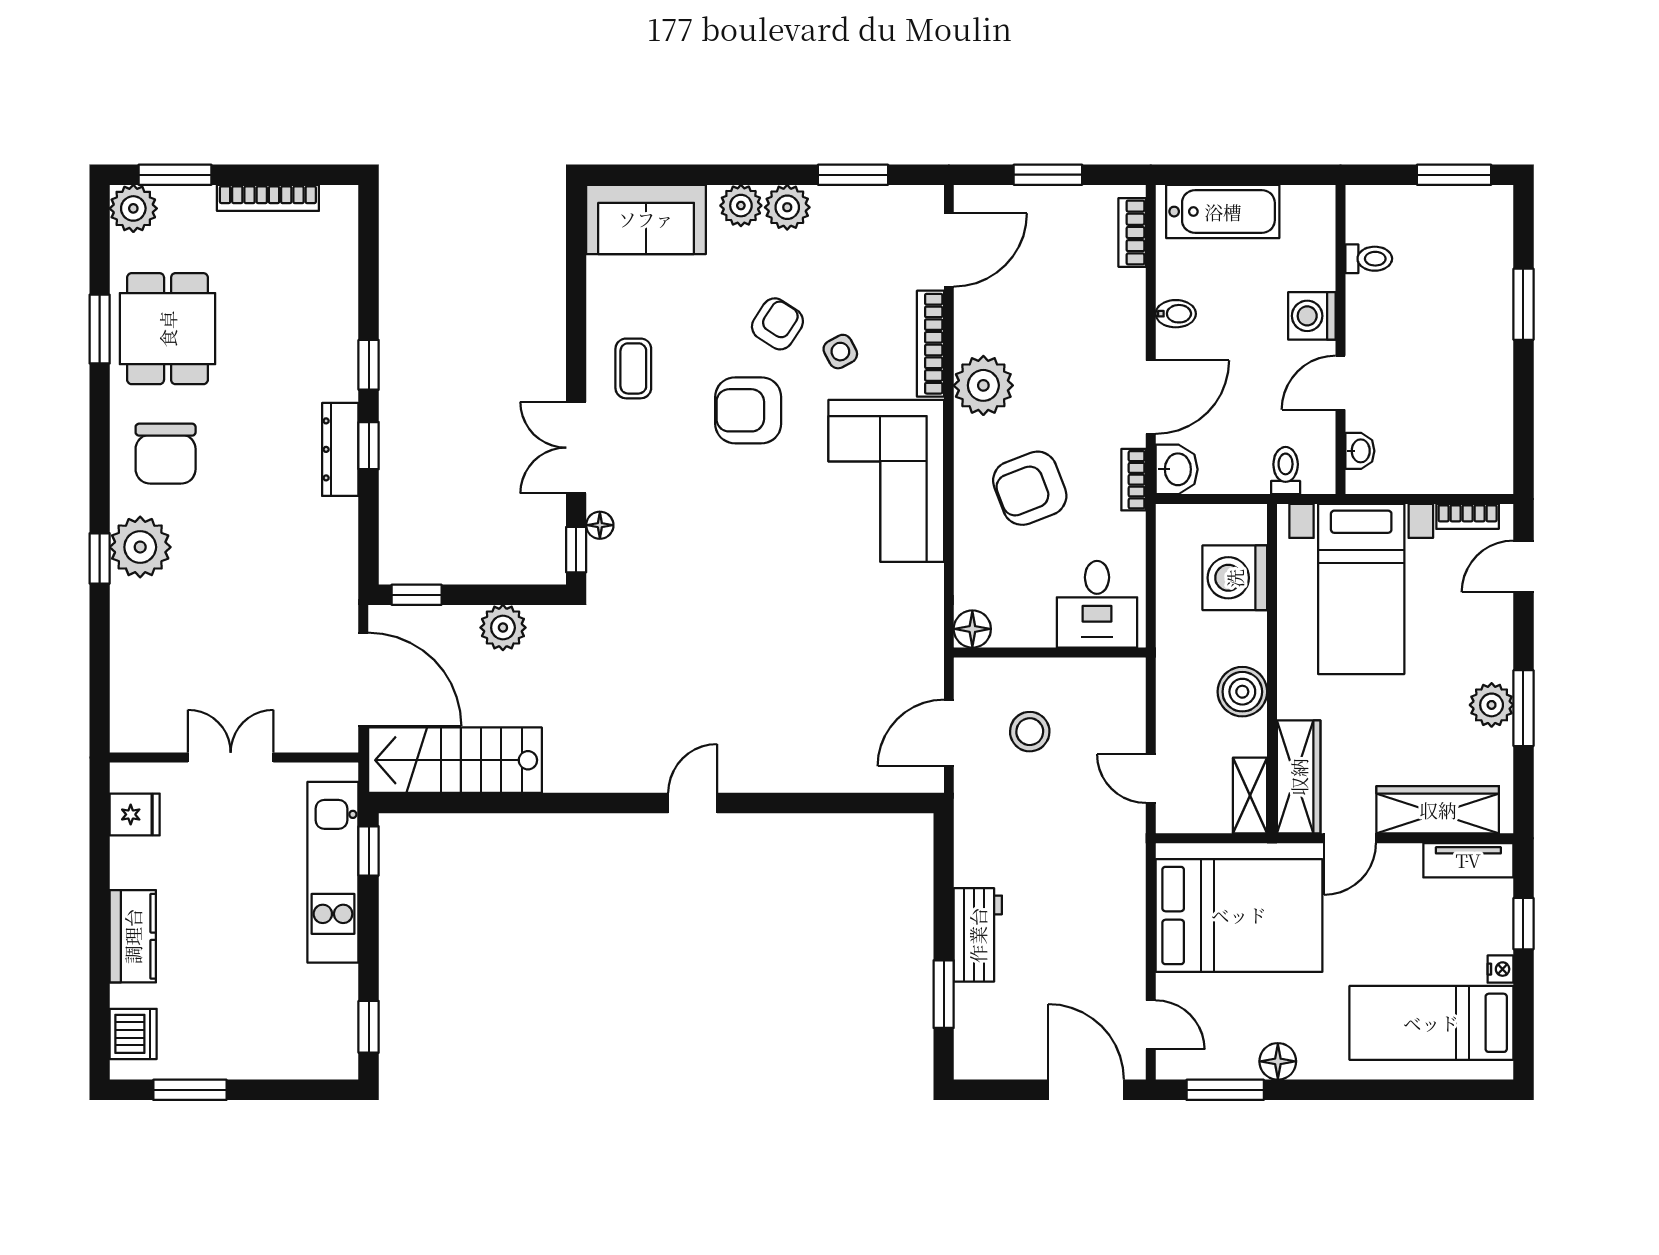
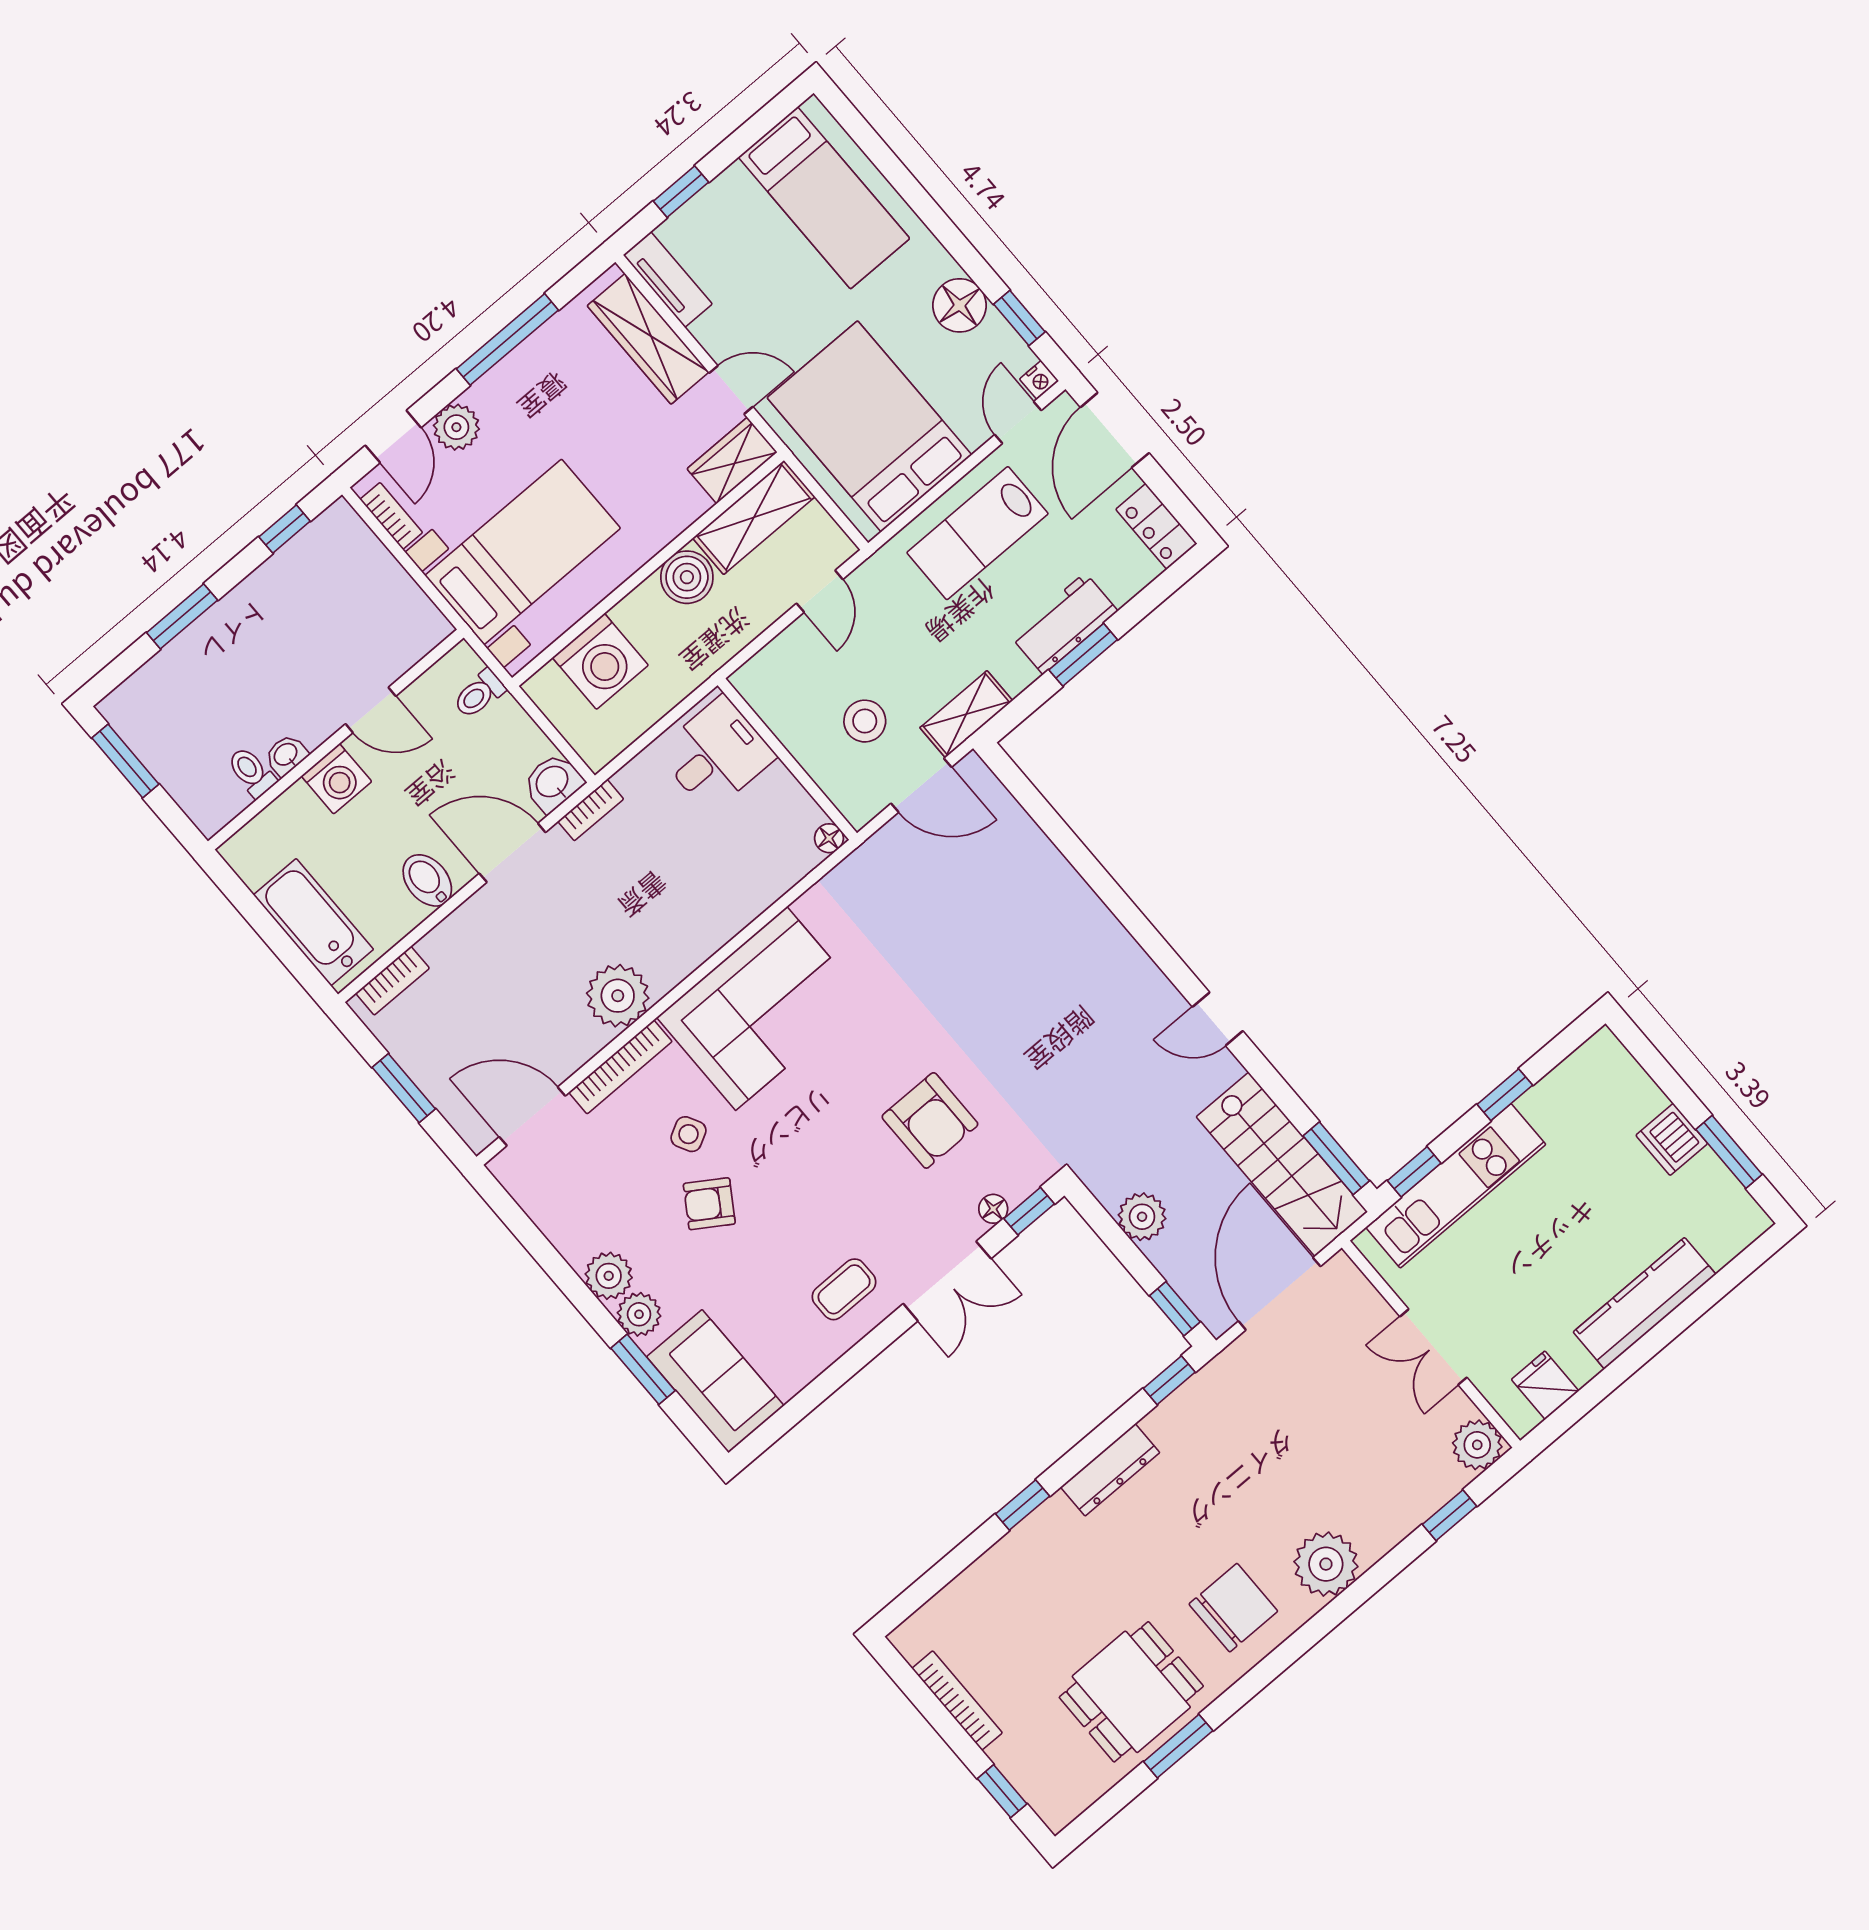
window: (175, 175) -> (1002, 1791), width x0.67
window: (853, 175) -> (643, 1369), moved
plant: (133, 208) -> (1477, 1445), moved
bidet: (1176, 314) -> (427, 880), width x1.38, depth x1.36
armchair: (748, 410) -> (930, 1120), moved
window: (1523, 432) -> (285, 529), added
window: (369, 446) -> (1169, 1380), moved
washbasin: (1360, 451) -> (286, 755), moved
armchair: (1030, 488) -> (669, 888), removed
window: (100, 558) -> (1449, 1515), moved
door: (1523, 566) -> (393, 437), hinge flipped
floor lamp: (972, 629) -> (829, 838), width x0.73, depth x0.73
plant: (1492, 705) -> (456, 427), moved
window: (1523, 708) -> (507, 339), width x1.44
wardrobe: (1299, 777) -> (732, 461), width x0.67
shelving: (1250, 795) -> (754, 517), width x1.50, depth x1.33
window: (426, 803) -> (1336, 1158), added
door: (693, 803) -> (1218, 1019), moved
shelving: (972, 809) -> (966, 714), added
lab bench: (1096, 928) -> (977, 533), added
kitchen counter: (133, 936) -> (1645, 1303), width x1.50
nightstand: (1501, 969) -> (1039, 380), moved, turned 180
window: (944, 994) -> (1083, 655), moved
window: (369, 1027) -> (1505, 1095), moved
dishwasher: (133, 1034) -> (1672, 1139), moved, turned -90
locker: (991, 1061) -> (1156, 526), added
floor lamp: (1278, 1061) -> (960, 305), width x1.38, depth x1.38
window: (1225, 1090) -> (1019, 318), width x0.67

